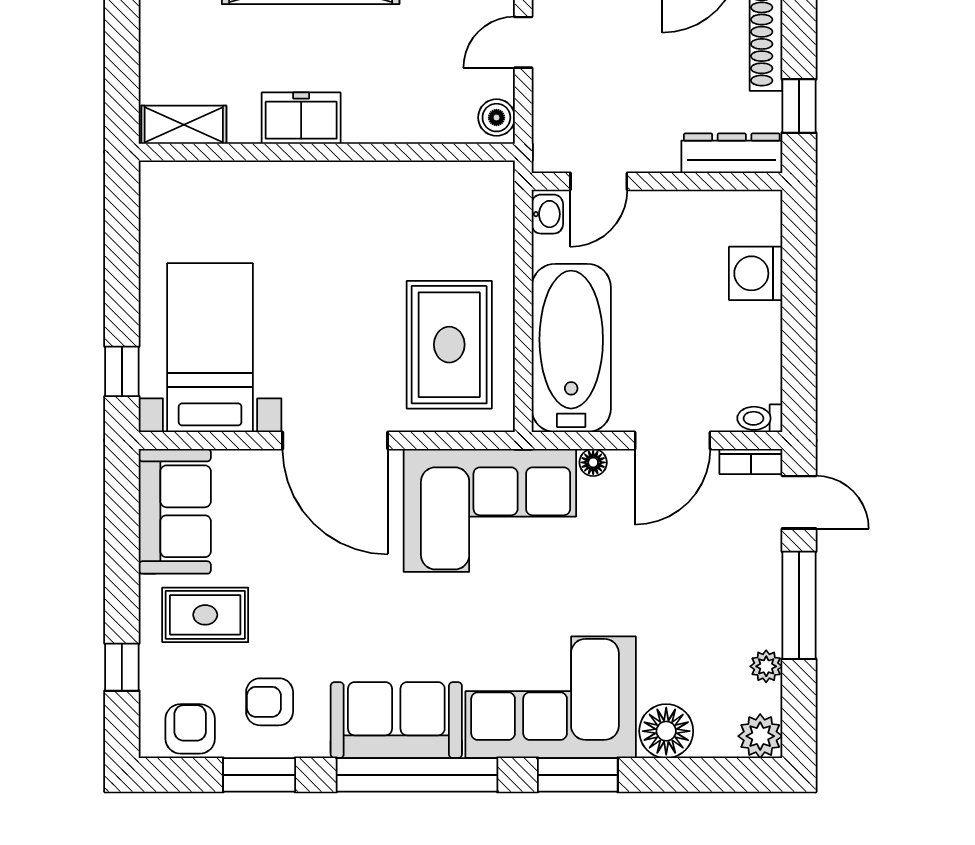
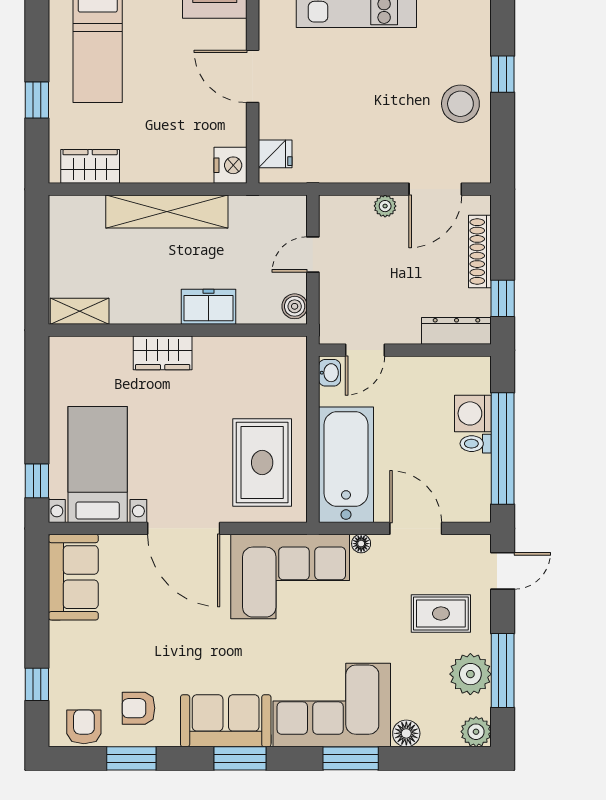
freezer: (301, 118) -> (208, 307), moved
wardrobe: (305, 185) -> (163, 353), added
window: (799, 324) -> (503, 449), added
toilet: (760, 418) -> (476, 444), moved
door: (673, 440) -> (416, 528), swing flipped
bookcase: (751, 461) -> (470, 543), removed
door: (799, 502) -> (503, 571), hinge flipped
window: (799, 605) -> (503, 670), moved
rug: (205, 615) -> (441, 613), moved
plant: (766, 666) -> (470, 674), width x1.88, depth x1.88
floor lamp: (666, 731) -> (406, 733), width x0.73, depth x0.73
window: (417, 775) -> (240, 758), width x0.47

